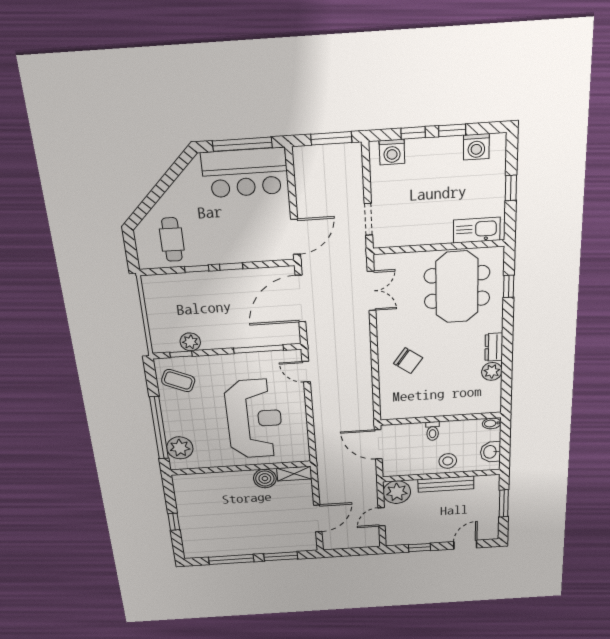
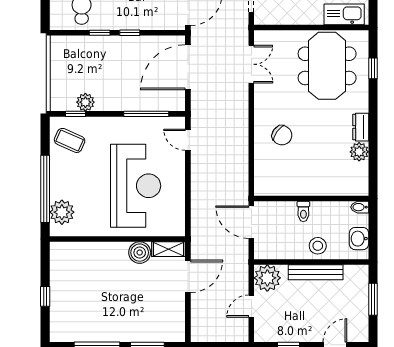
door: (318, 518) -> (188, 276), moved

